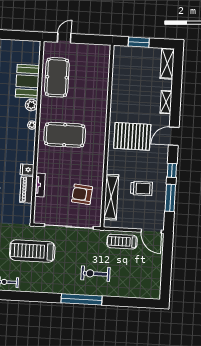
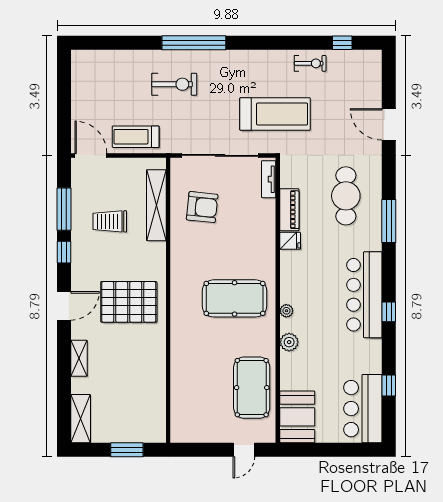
booth: (27, 81) -> (297, 417), moved
tv unit: (40, 185) -> (269, 179), moved
treadmill: (122, 242) -> (136, 137), turned 180

